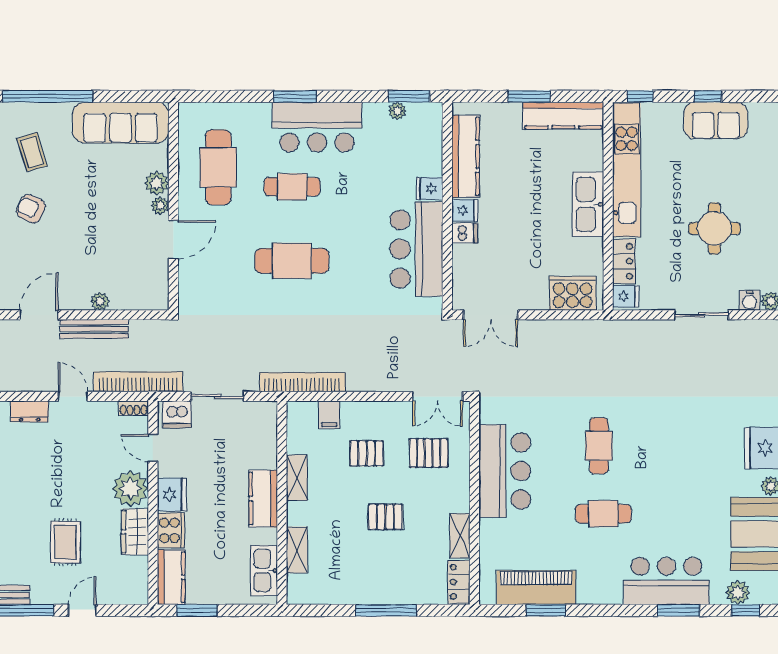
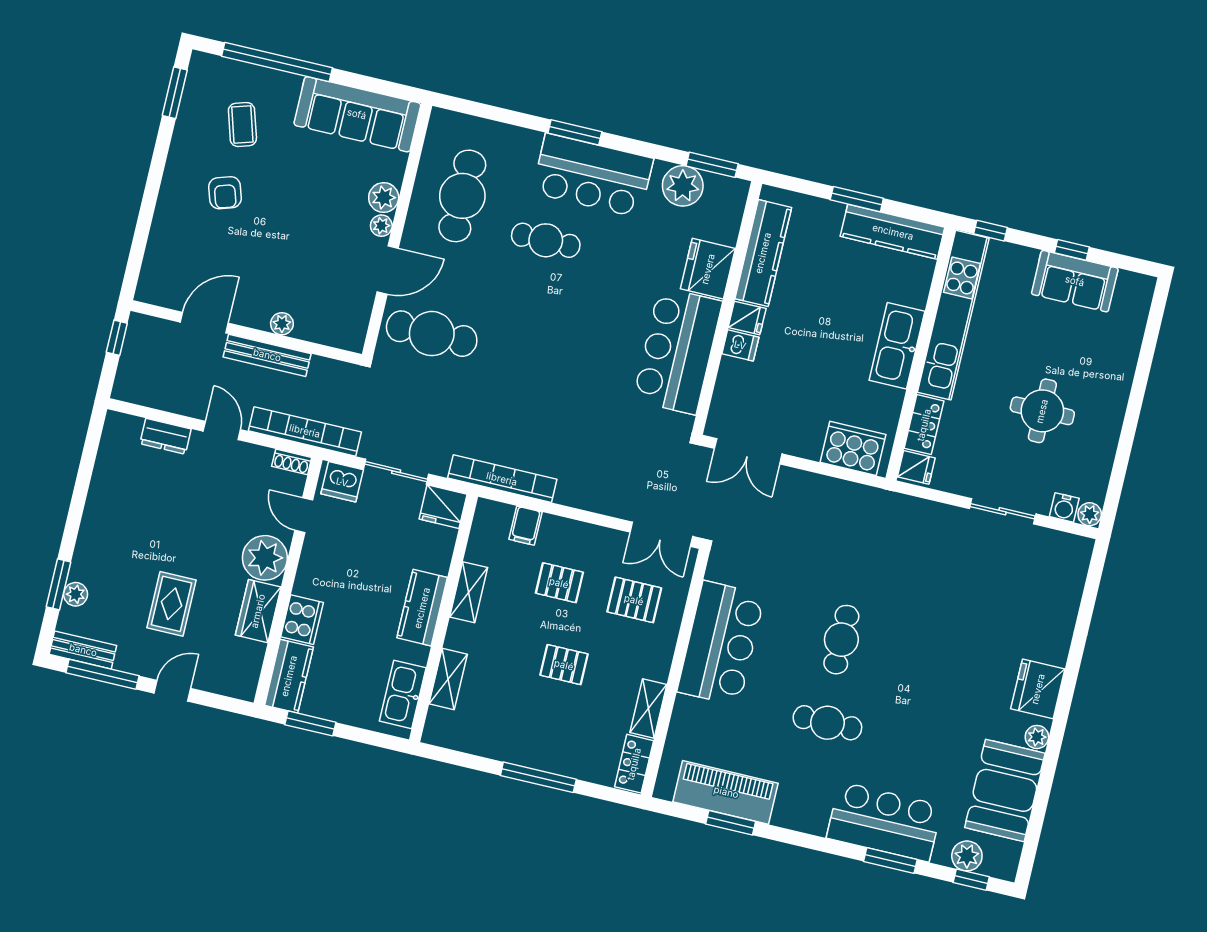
plant: (397, 111) -> (683, 186), width x1.88, depth x1.88
fridge: (429, 189) -> (708, 269), width x1.88, depth x1.34
armchair: (31, 209) -> (225, 193), turned -134
cafe table: (292, 261) -> (432, 334), moved
fridge: (172, 494) -> (443, 507), moved, turned 90

